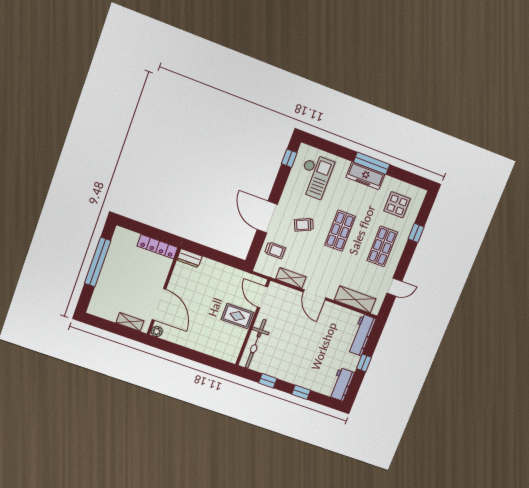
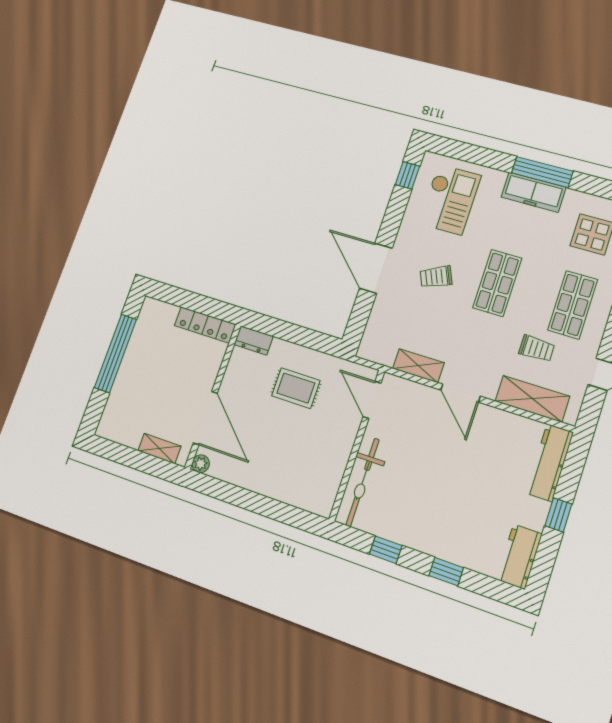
trolley: (275, 250) -> (537, 348), moved
rug: (237, 316) -> (296, 388), moved

